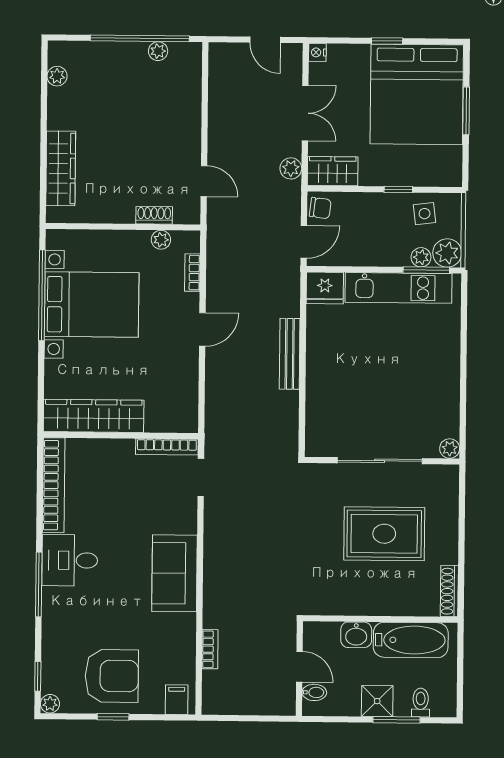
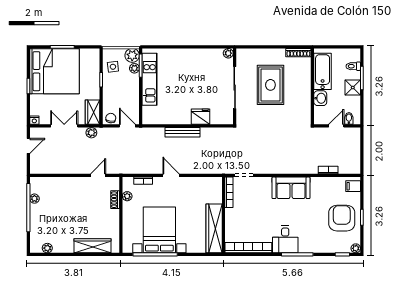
fridge: (325, 288) -> (201, 117), moved, turned -90

